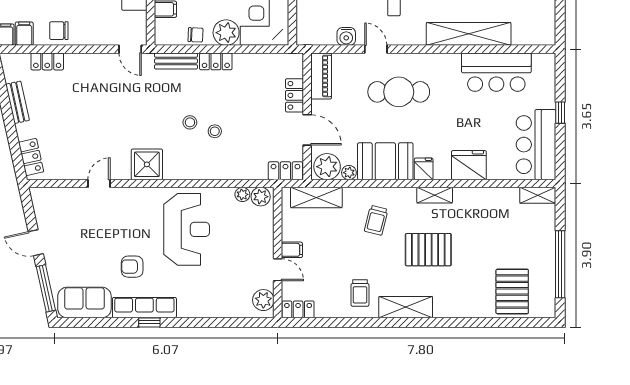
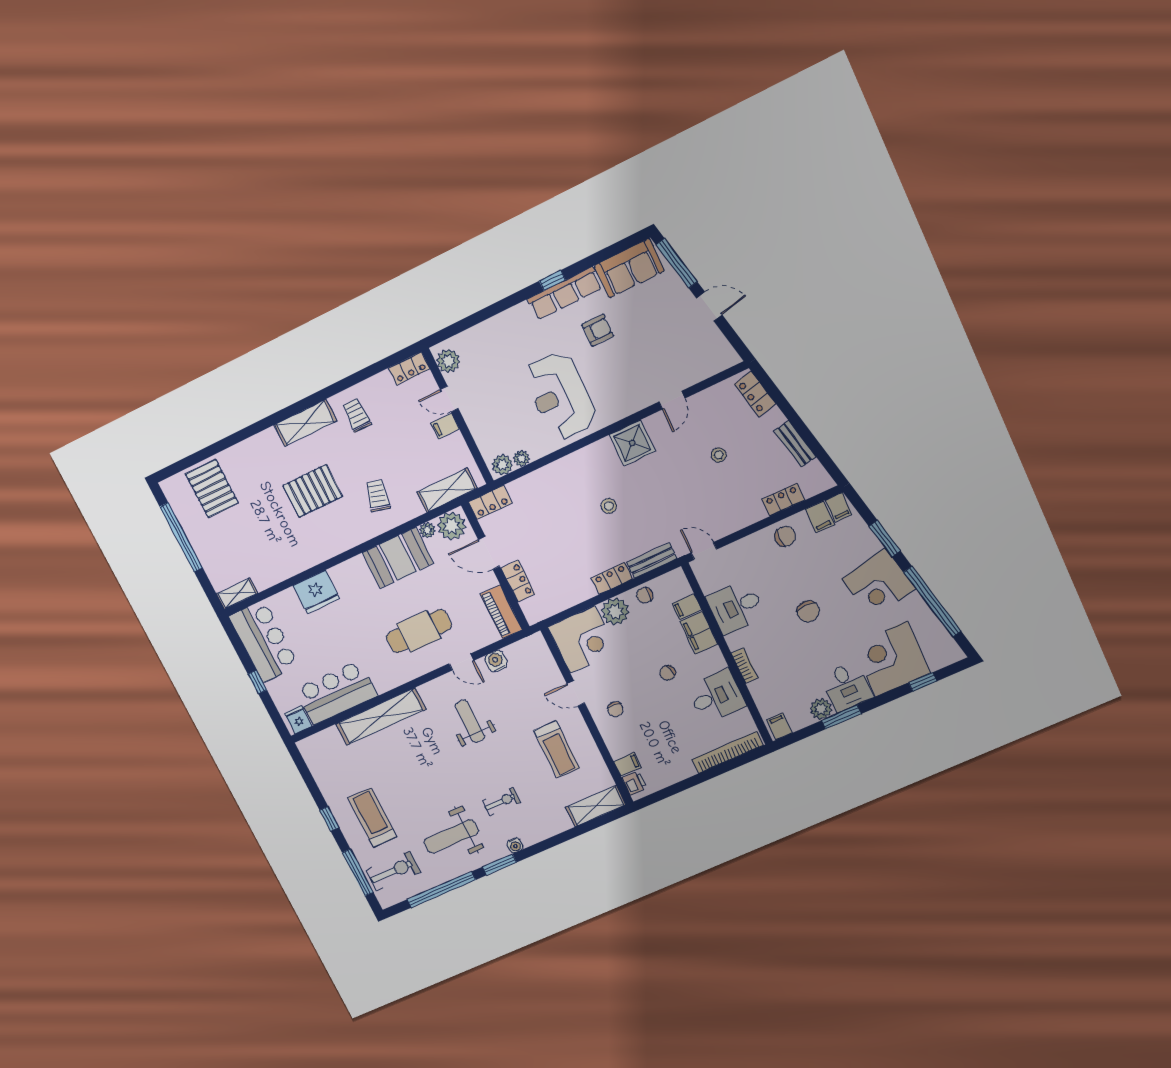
stool: (215, 131) -> (719, 455), moved
fridge: (424, 169) -> (298, 720), moved, turned 180
shelving: (435, 195) -> (334, 547), removed

